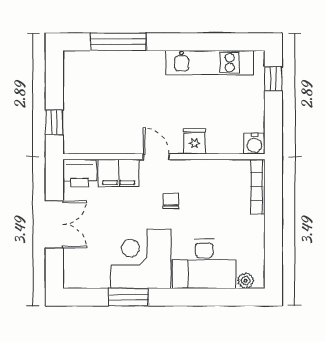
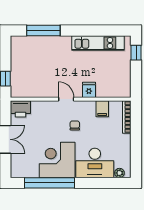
water cooler: (254, 144) -> (125, 91), removed
filing cabinet: (119, 173) -> (102, 109), moved, width x0.50
window: (128, 297) -> (50, 183), width x2.11

